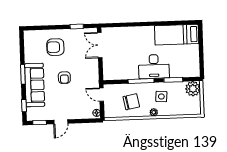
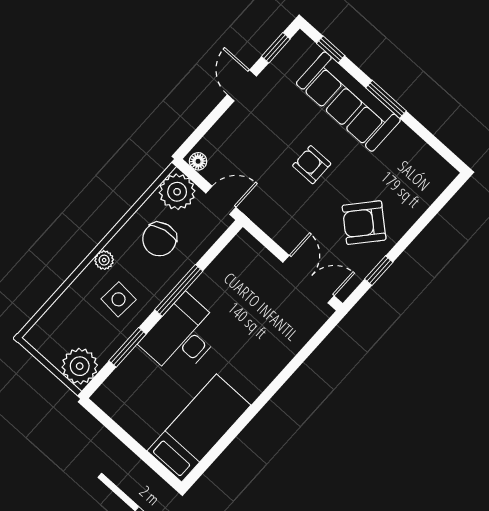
armchair: (55, 47) -> (364, 223), moved, turned -139
plant: (112, 110) -> (177, 192), added

